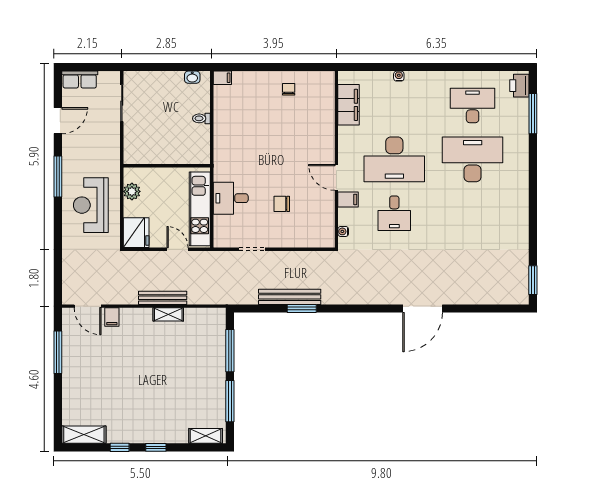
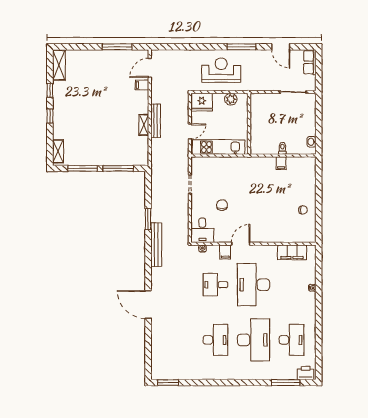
filing cabinet: (222, 78) -> (281, 163), moved
desk: (231, 198) -> (202, 230), moved, turned 180
desk: (473, 213) -> (215, 340), added
bench: (290, 297) -> (156, 245), moved

